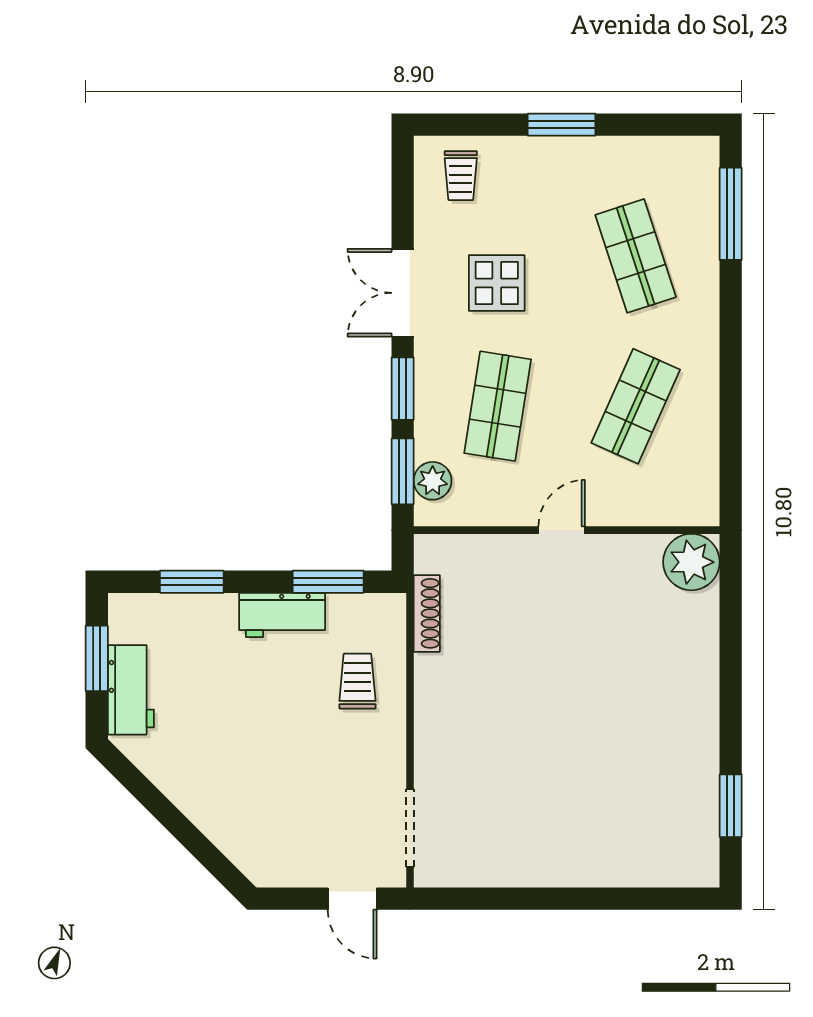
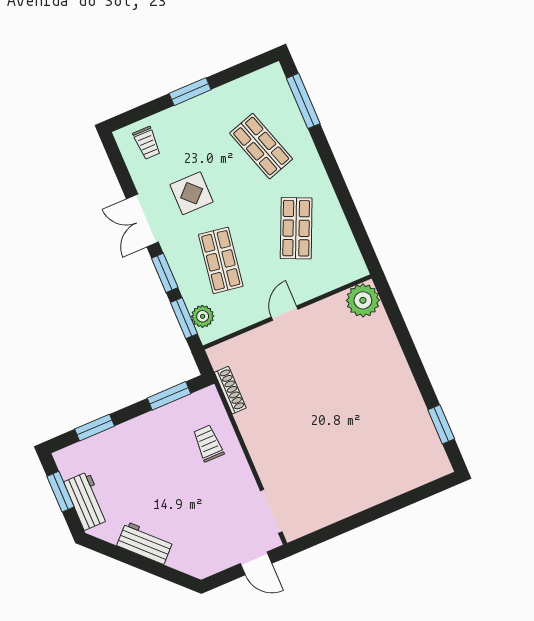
workbench: (282, 615) -> (145, 543), moved, turned -135

